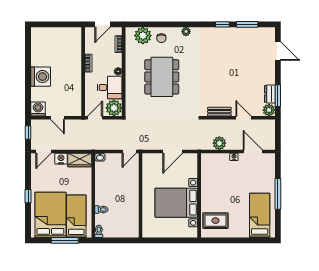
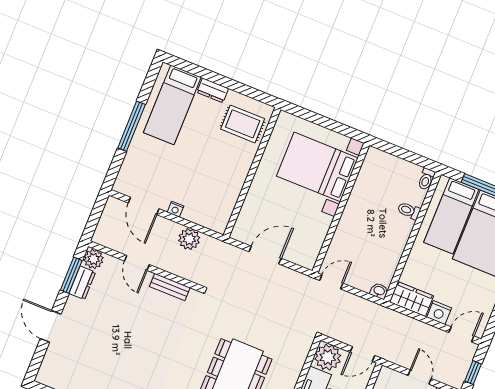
door: (278, 51) -> (51, 326), moved
bed with nightstands: (176, 203) -> (317, 167), moved, turned 180
dresser: (240, 233) -> (213, 90), added

